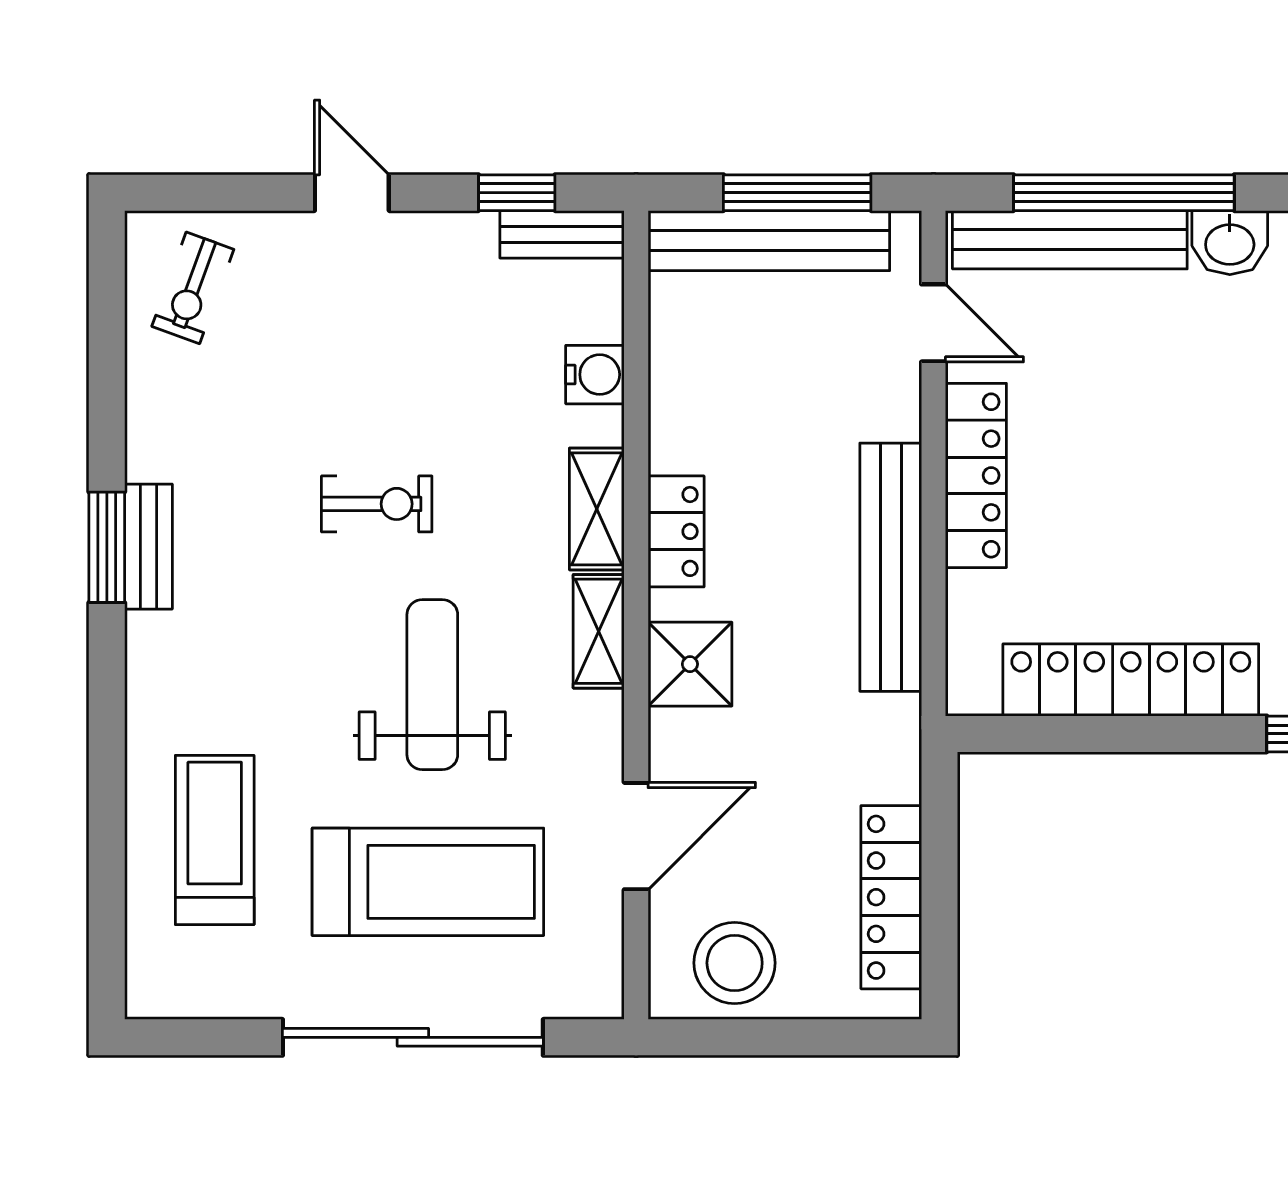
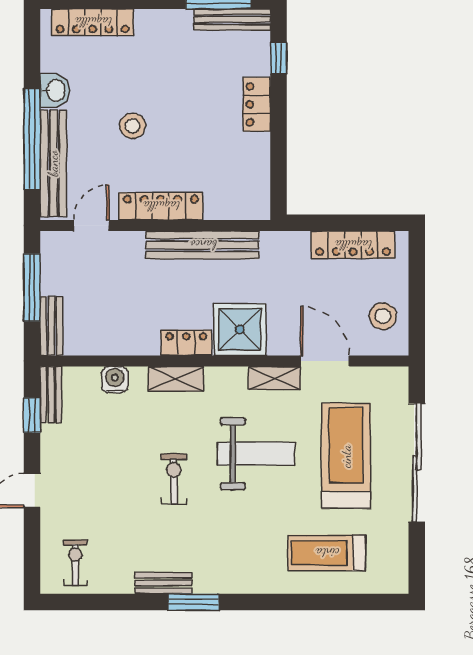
bench: (769, 241) -> (51, 326), width x0.54, depth x0.82
exercise bike: (193, 288) -> (75, 563), turned -110
stool: (1152, 413) -> (133, 126), added
bench: (148, 547) -> (163, 583), moved
shelving: (599, 631) -> (274, 378), moved
shower: (690, 664) -> (240, 329), width x1.36, depth x1.36
locker: (1131, 680) -> (257, 104), width x0.46, depth x0.83
weight bench: (432, 685) -> (256, 454), turned 180
stool: (735, 963) -> (383, 316), width x0.73, depth x0.73

